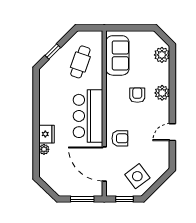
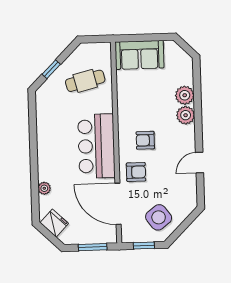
sofa: (117, 55) -> (139, 55), moved, turned 90
plant: (162, 55) -> (185, 95), moved
cafe table: (80, 62) -> (85, 81), turned 57
armchair: (137, 95) -> (145, 140), moved, turned -90
fridge: (46, 134) -> (54, 223), moved, turned -46

